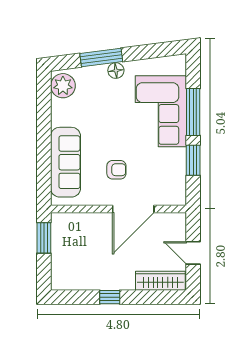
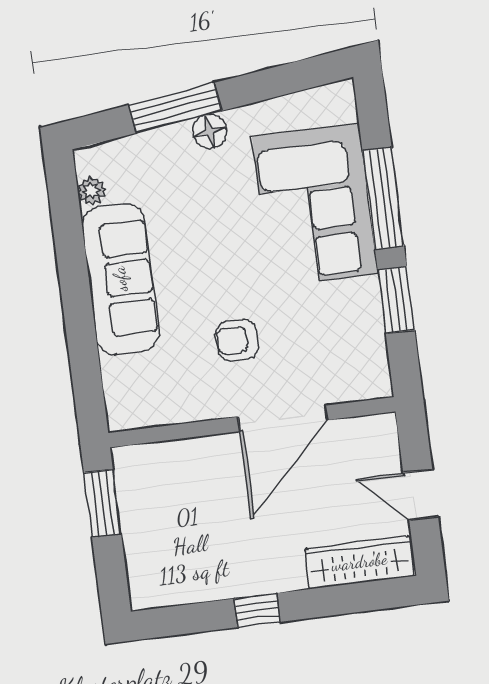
plant: (63, 86) -> (91, 191), width x0.53, depth x0.53
sofa: (66, 162) -> (120, 279), moved
armchair: (116, 170) -> (237, 340), turned 180

